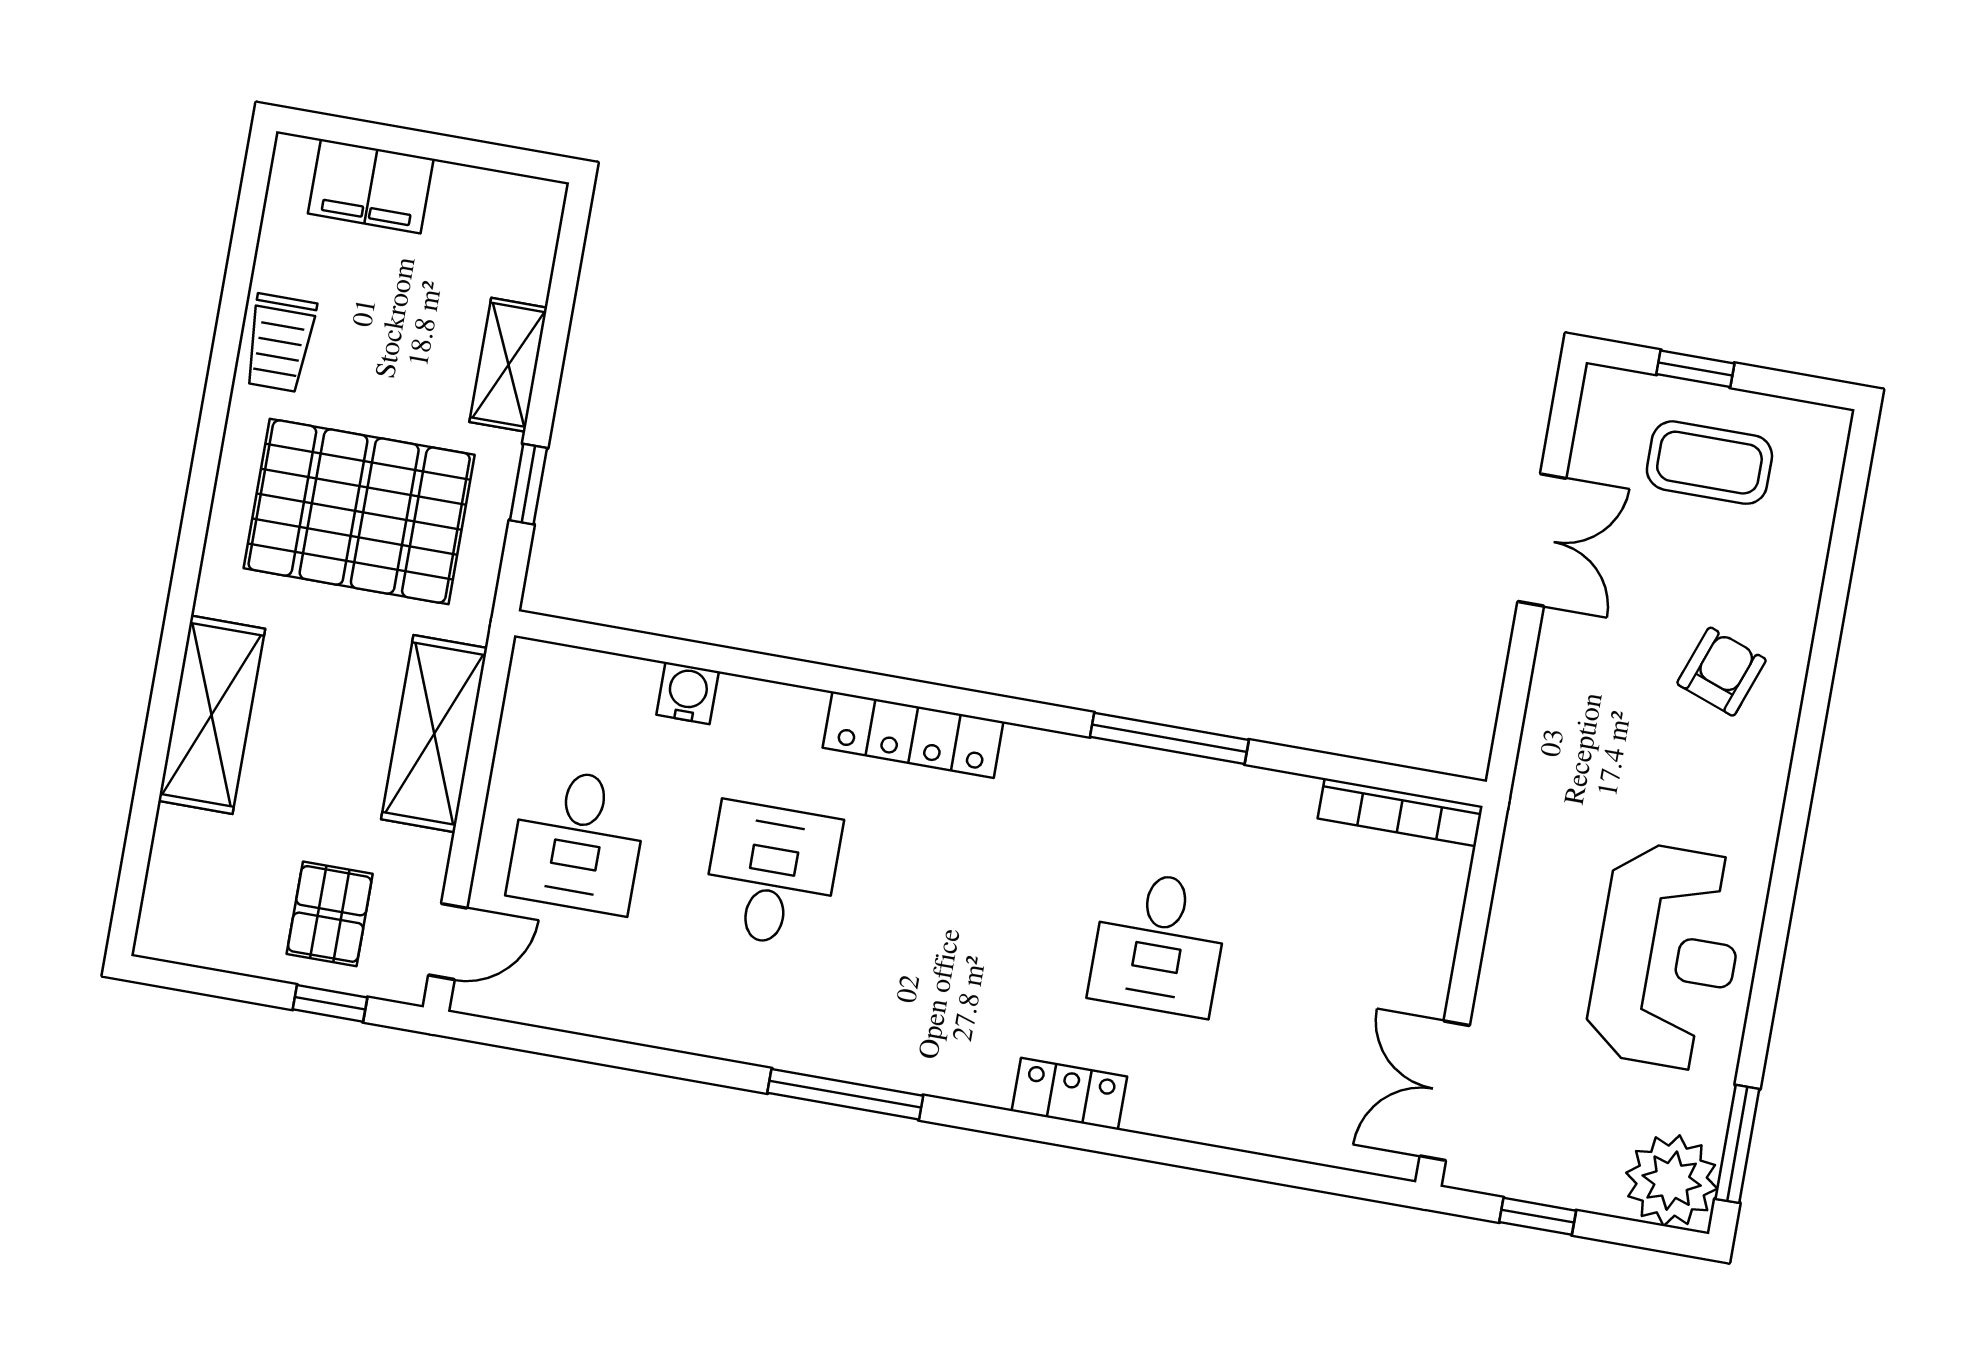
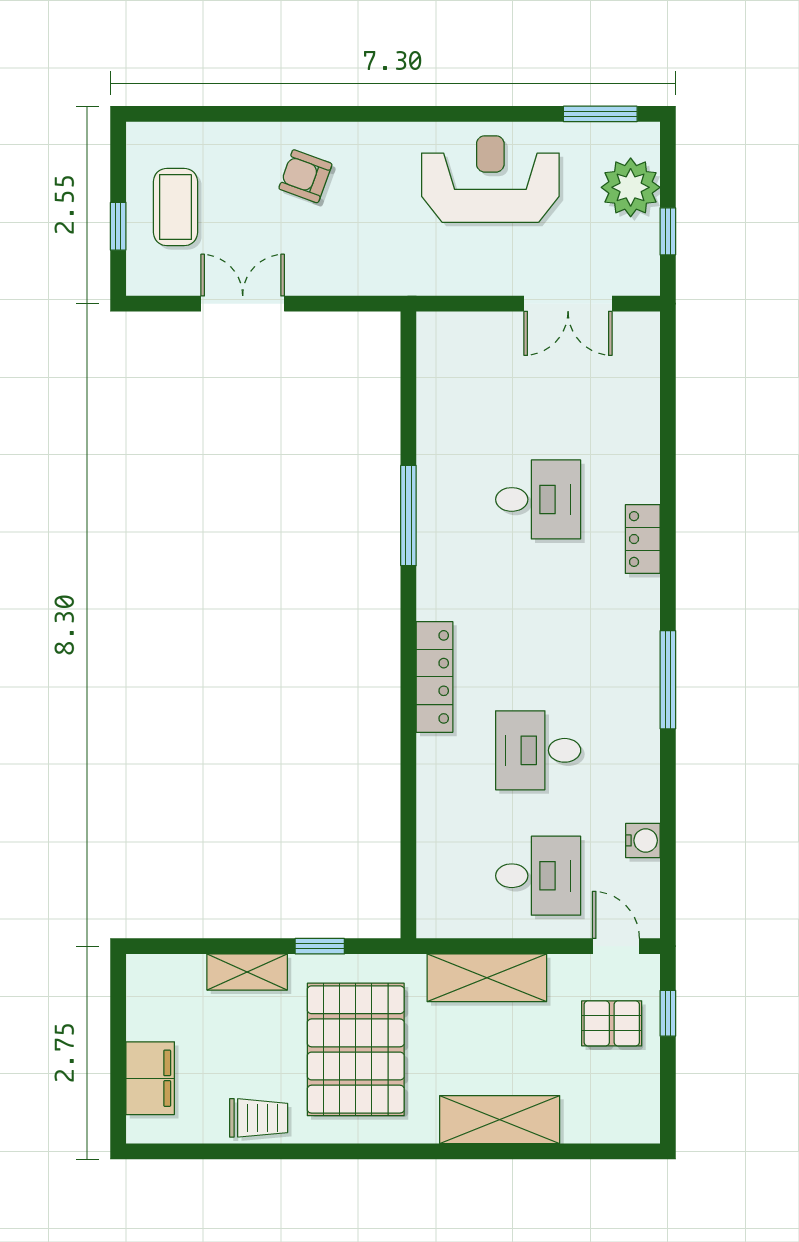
water cooler: (688, 693) -> (643, 840), moved, turned 180
bookcase: (1400, 812) -> (429, 362), removed
double door: (1445, 1091) -> (568, 304), moved
plant: (1672, 1181) -> (631, 187), moved

